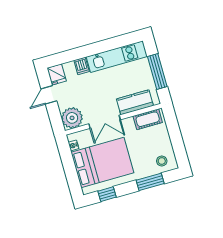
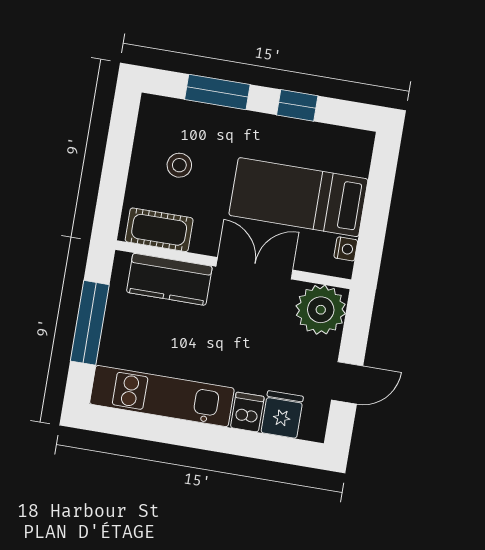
fridge: (57, 74) -> (282, 414), moved
stool: (162, 161) -> (179, 165), moved
bed: (102, 163) -> (298, 197), width x0.67
window: (107, 194) -> (297, 105), moved

